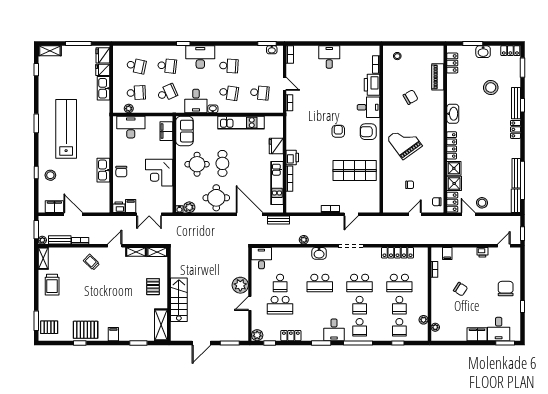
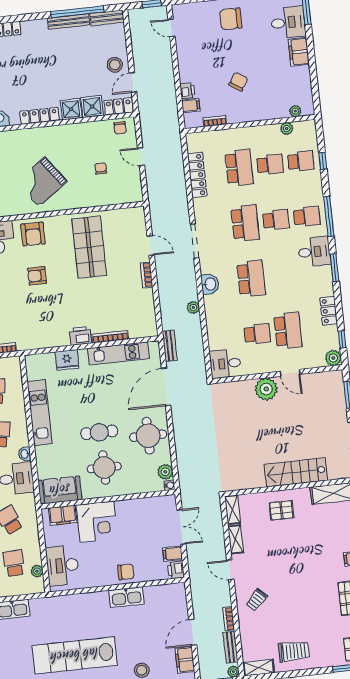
corner desk: (159, 173) -> (97, 522), moved
printer: (482, 252) -> (187, 91), moved

